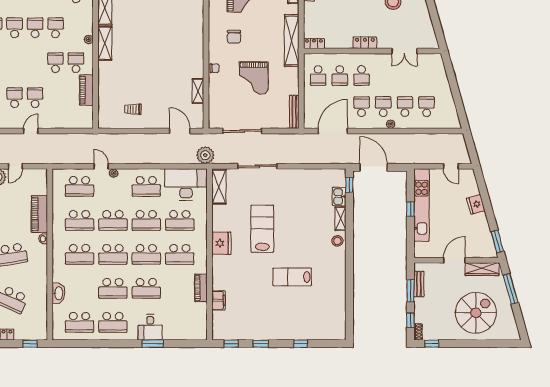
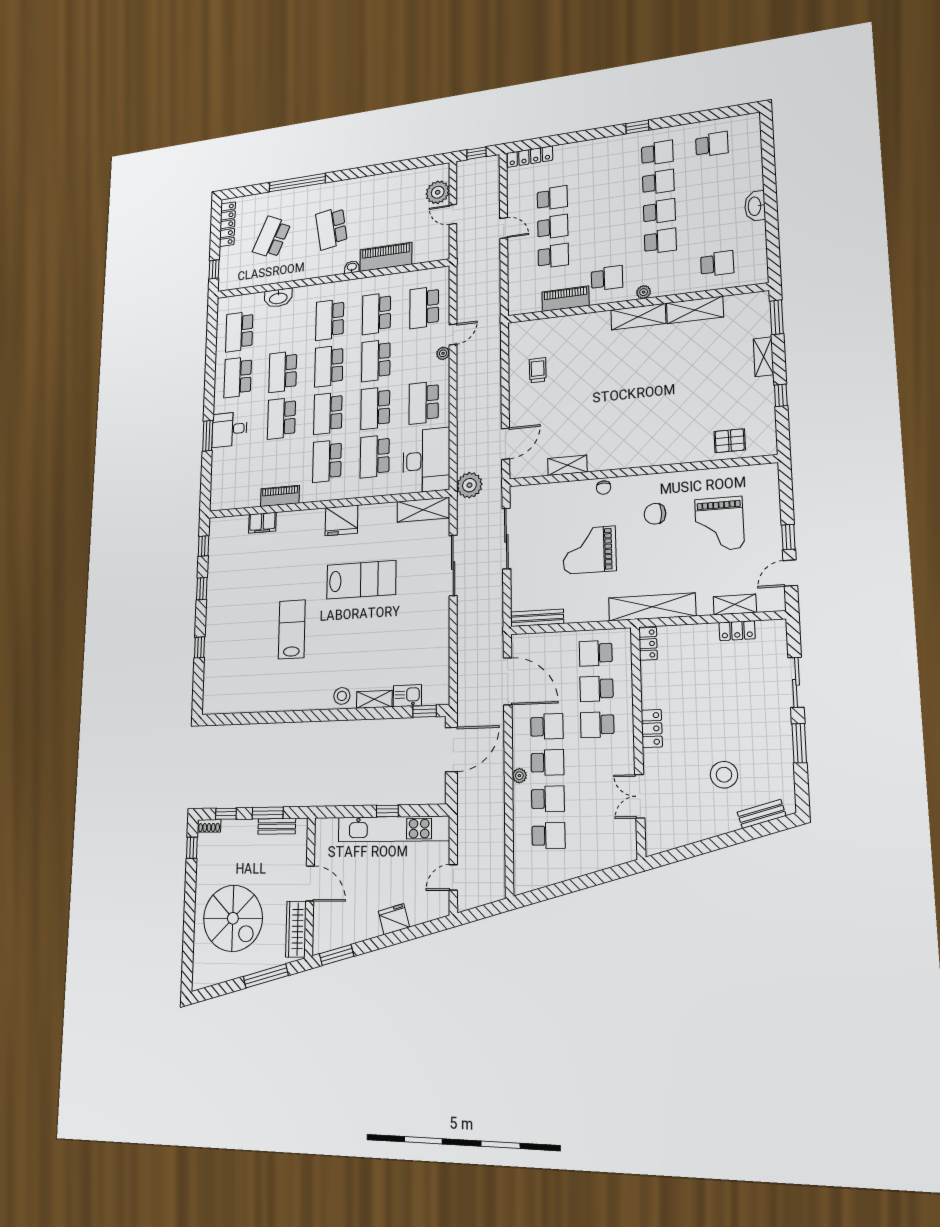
school desk: (55, 63) -> (553, 256), moved

